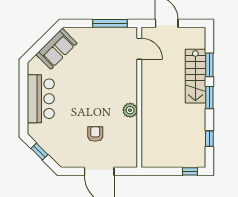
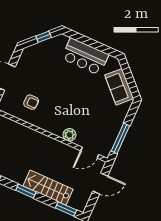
window: (209, 65) -> (66, 209), moved
plant: (130, 110) -> (69, 135), moved
armchair: (95, 134) -> (31, 102), moved

